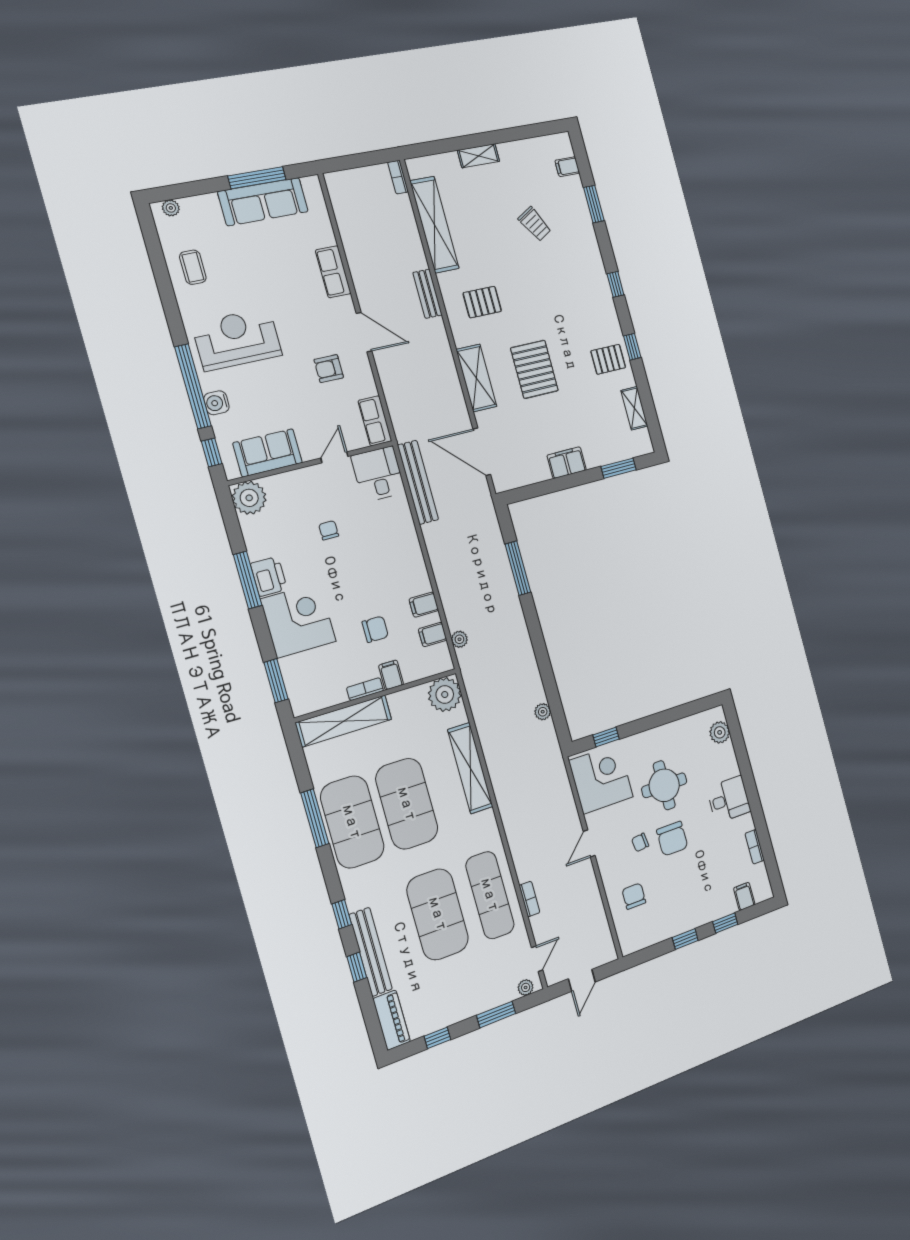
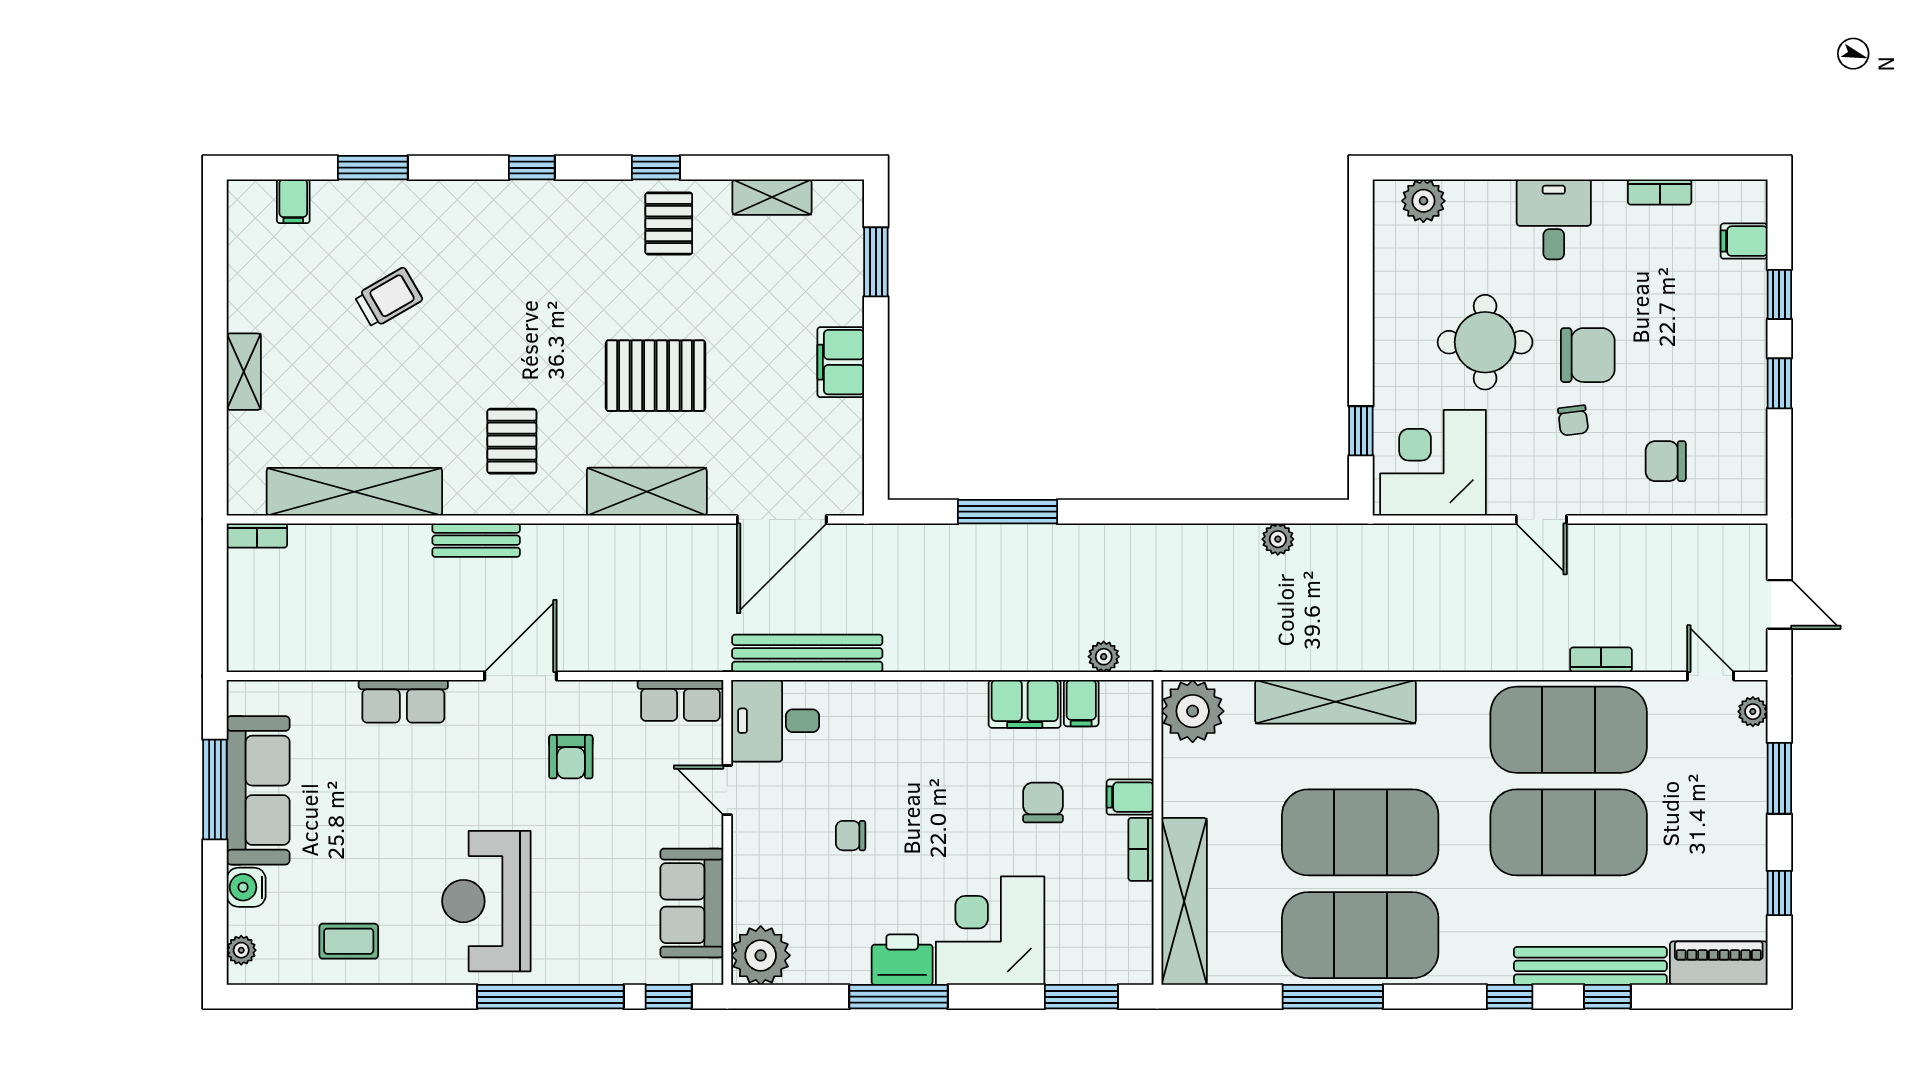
water cooler: (216, 403) -> (246, 887), moved, turned 90
filing cabinet: (424, 605) -> (1025, 704), width x2.00
exercise mat: (490, 895) -> (1569, 730), width x1.47

